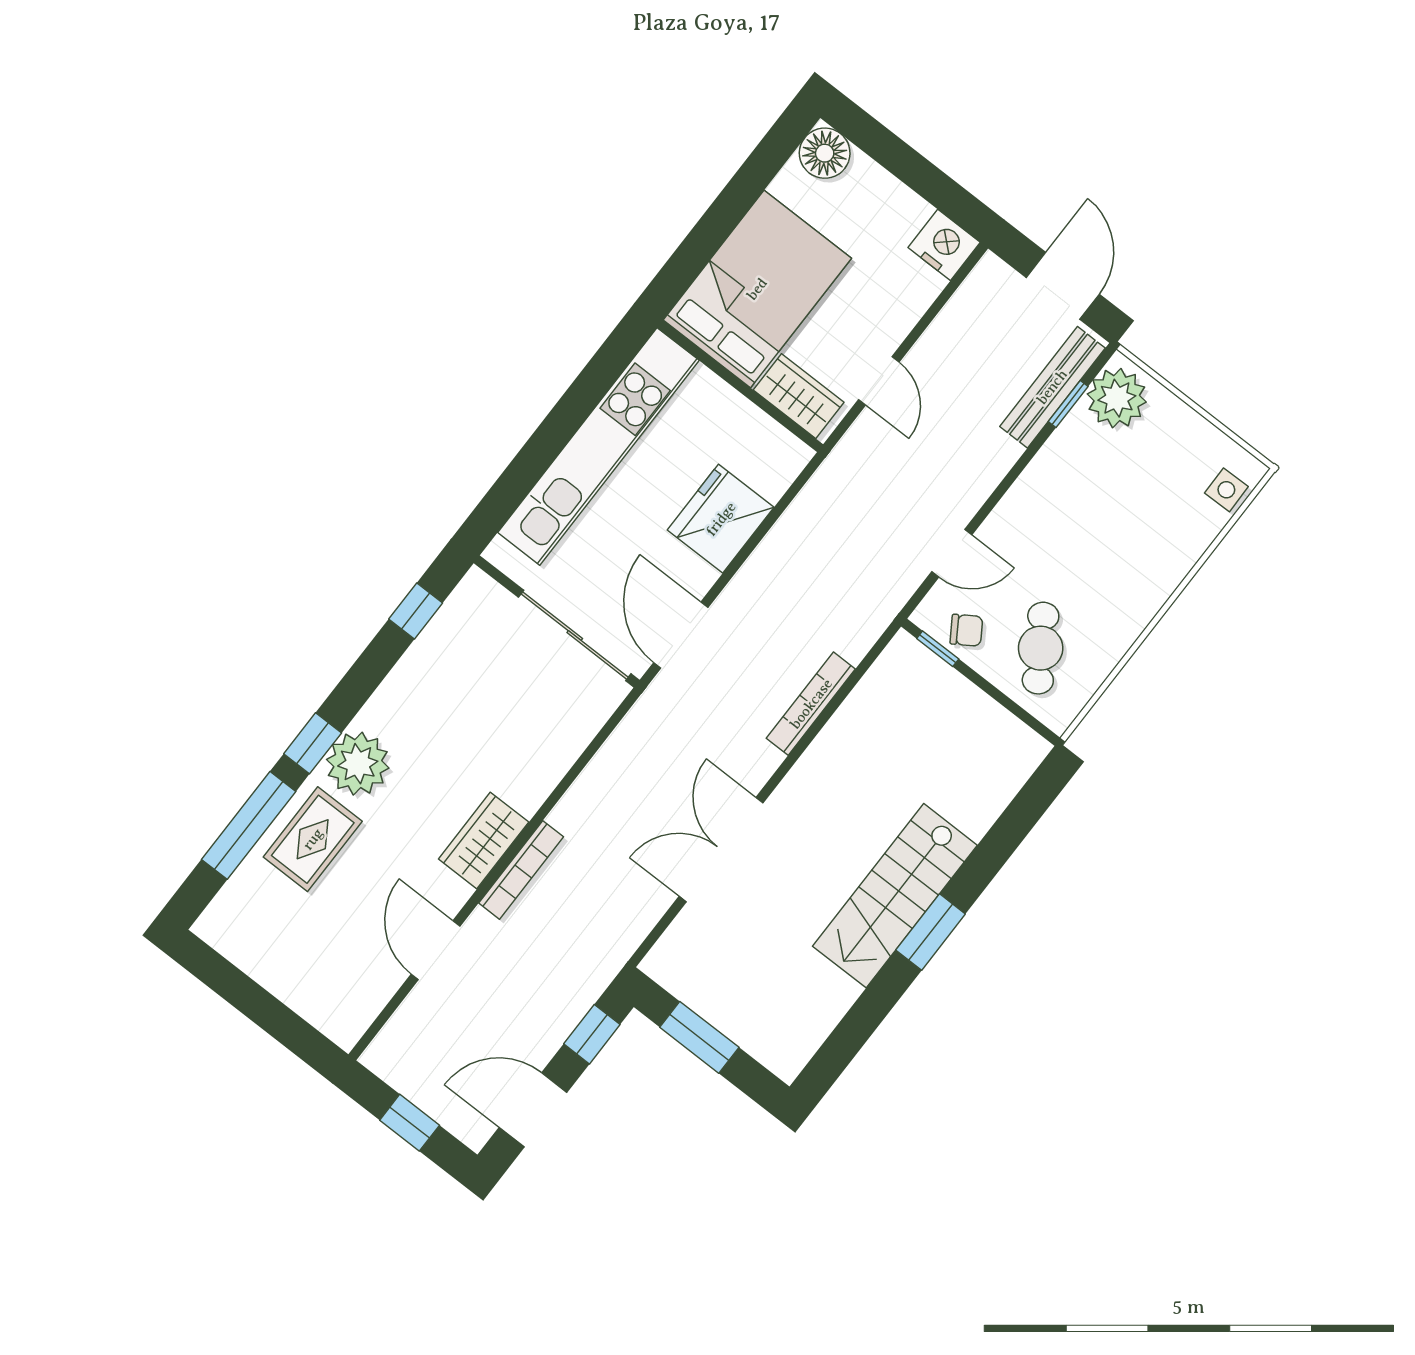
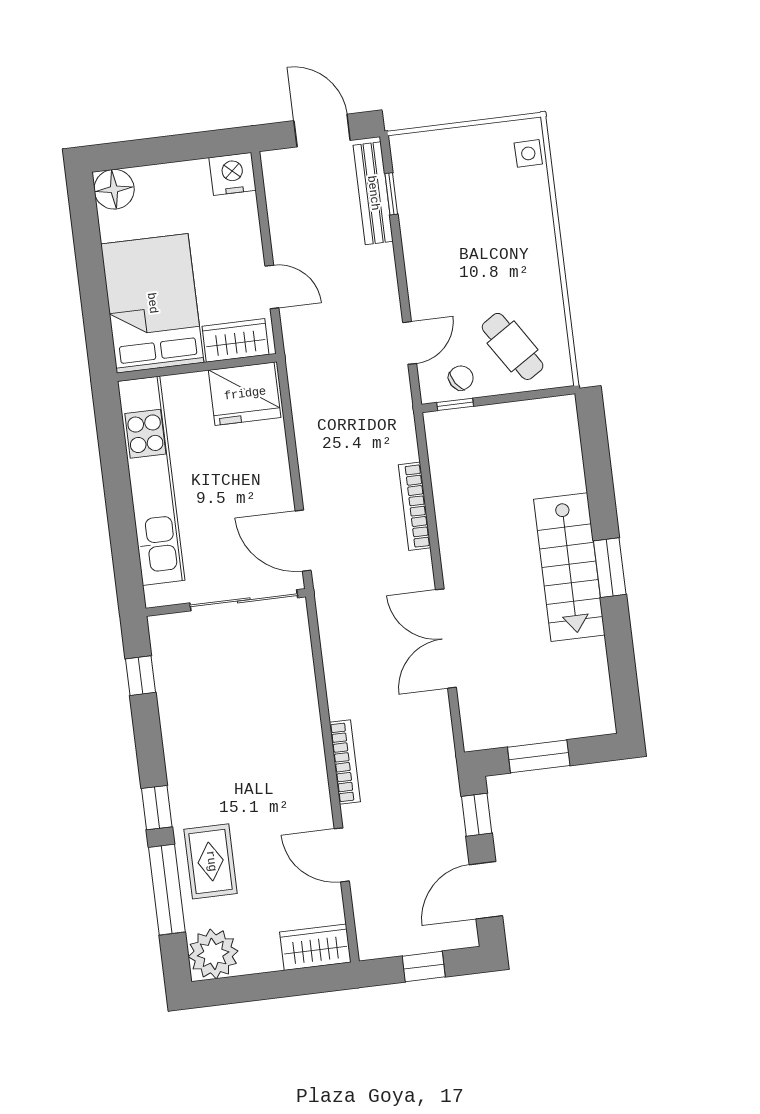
plant: (1117, 398) -> (415, 163), removed
fridge: (721, 519) -> (245, 394), moved, turned -90
plant: (358, 764) -> (213, 954), moved
wardrobe: (484, 841) -> (315, 947), moved, turned 90

